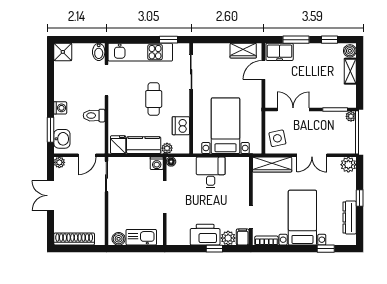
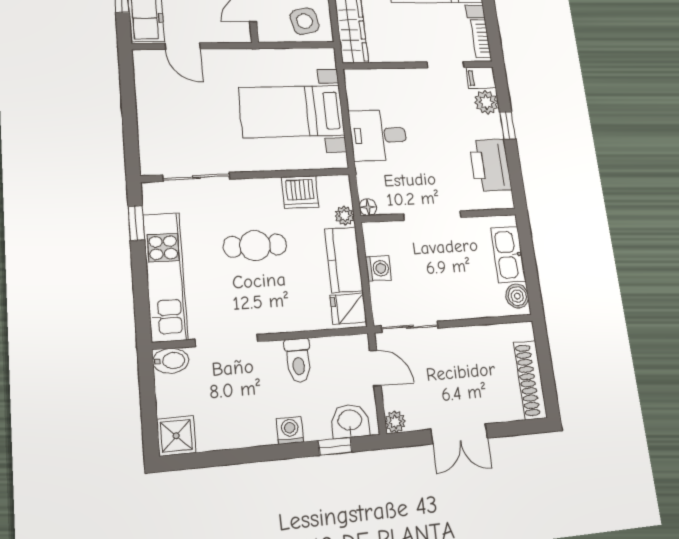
wardrobe: (243, 51) -> (148, 82), removed
window: (50, 130) -> (335, 446), width x0.67
washing machine: (157, 163) -> (378, 268), moved
printer: (205, 235) -> (490, 165), moved

